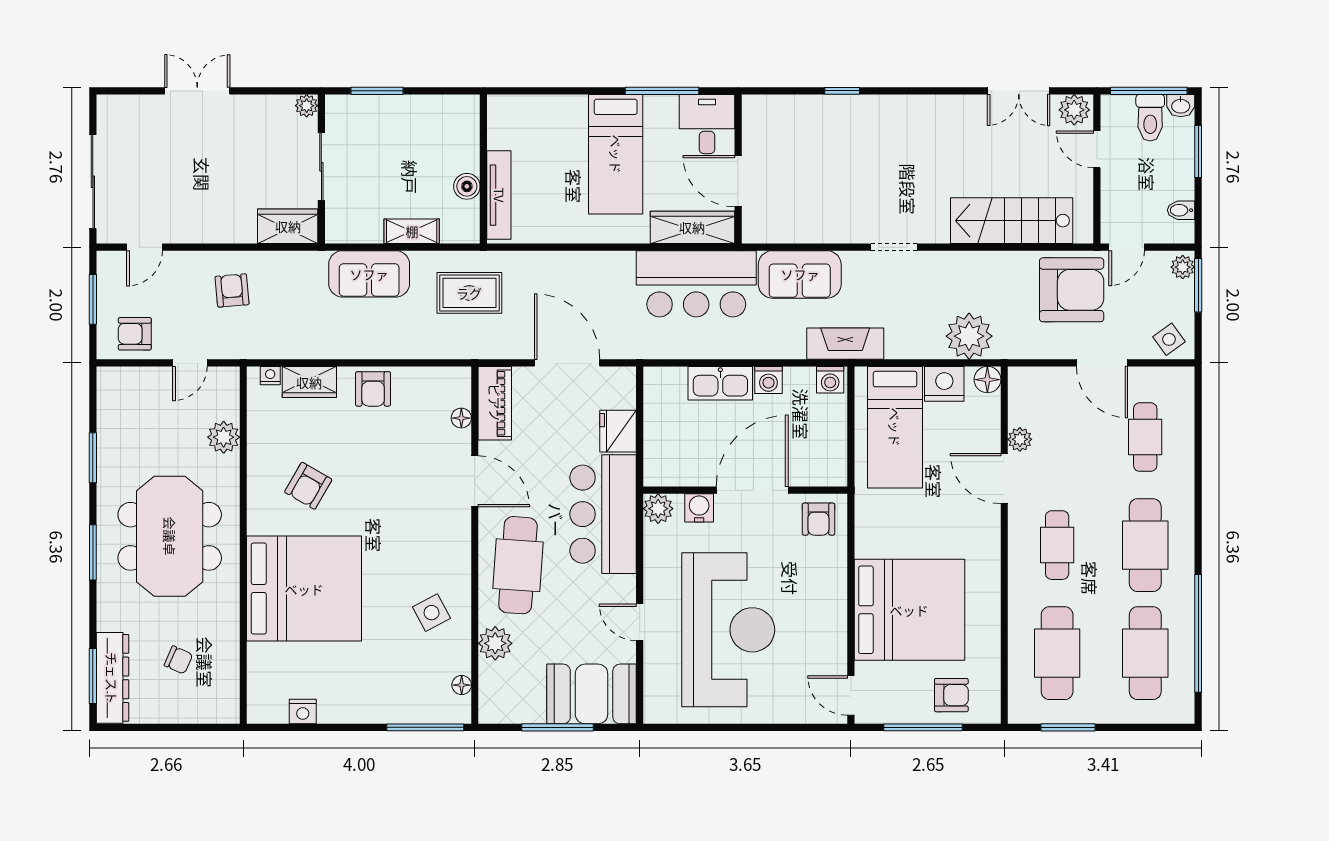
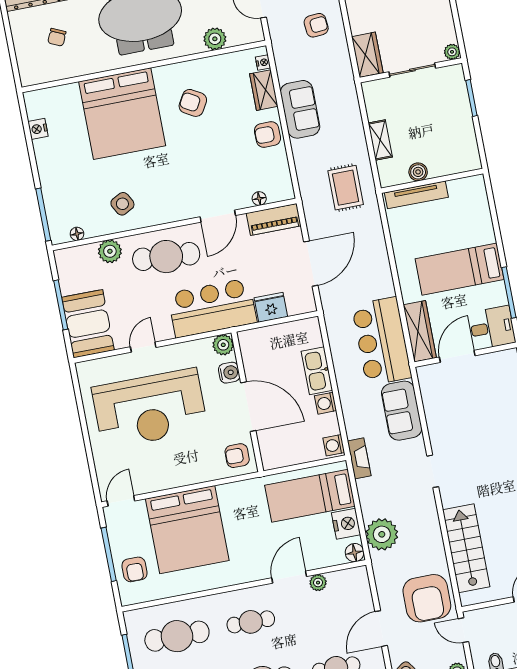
sofa: (369, 274) -> (300, 109), moved, turned 180
fireplace: (845, 344) -> (359, 458), width x0.73, depth x0.76

